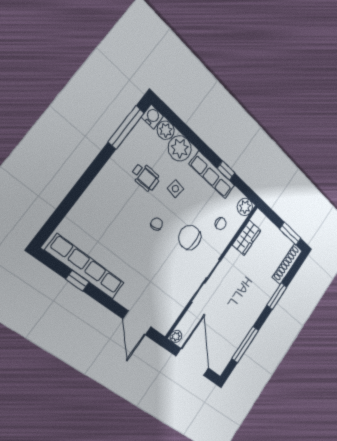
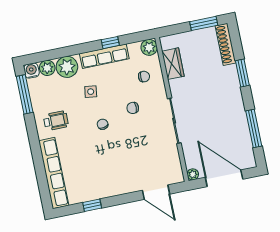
wheelchair: (145, 177) -> (56, 121), moved
chair: (190, 237) -> (133, 108), width x0.54, depth x0.54
row of seats: (86, 267) -> (54, 173), moved, turned 90

